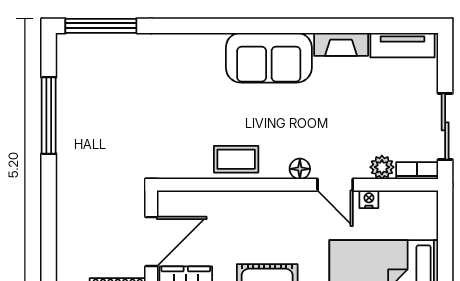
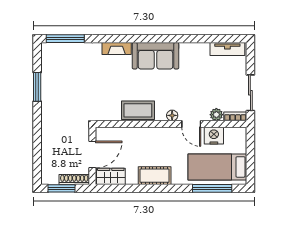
fireplace: (341, 44) -> (117, 49), moved
window: (49, 116) -> (37, 87), width x0.69
coffee table: (236, 159) -> (138, 110), width x1.36, depth x1.30
nightstand: (369, 199) -> (214, 136), width x1.89, depth x1.79

